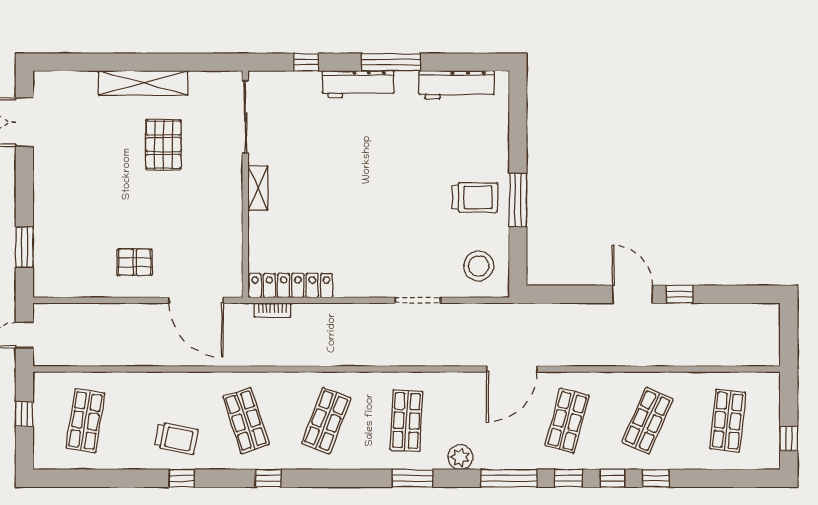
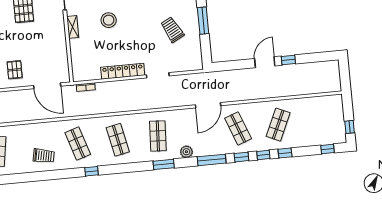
trolley: (475, 197) -> (172, 30), moved, turned -118
pallet: (135, 262) -> (15, 70), turned 90
stool: (479, 266) -> (109, 20), moved
locker: (291, 286) -> (123, 71), moved
door: (632, 294) -> (265, 62), hinge flipped
shop shelf: (326, 421) -> (118, 140), turned -33
shop shelf: (567, 421) -> (238, 128), turned -36
shop shelf: (728, 421) -> (318, 121), removed
window: (182, 478) -> (327, 149), moved

